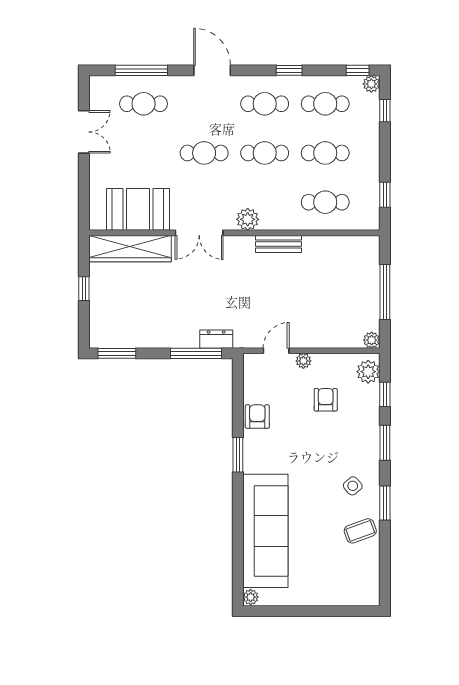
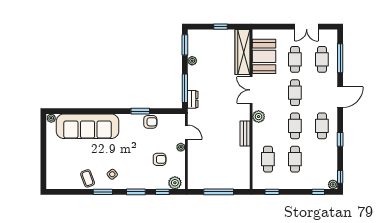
cafe table: (325, 104) -> (295, 59), moved
plant: (372, 340) -> (192, 61), moved
window: (238, 455) -> (140, 111), moved

